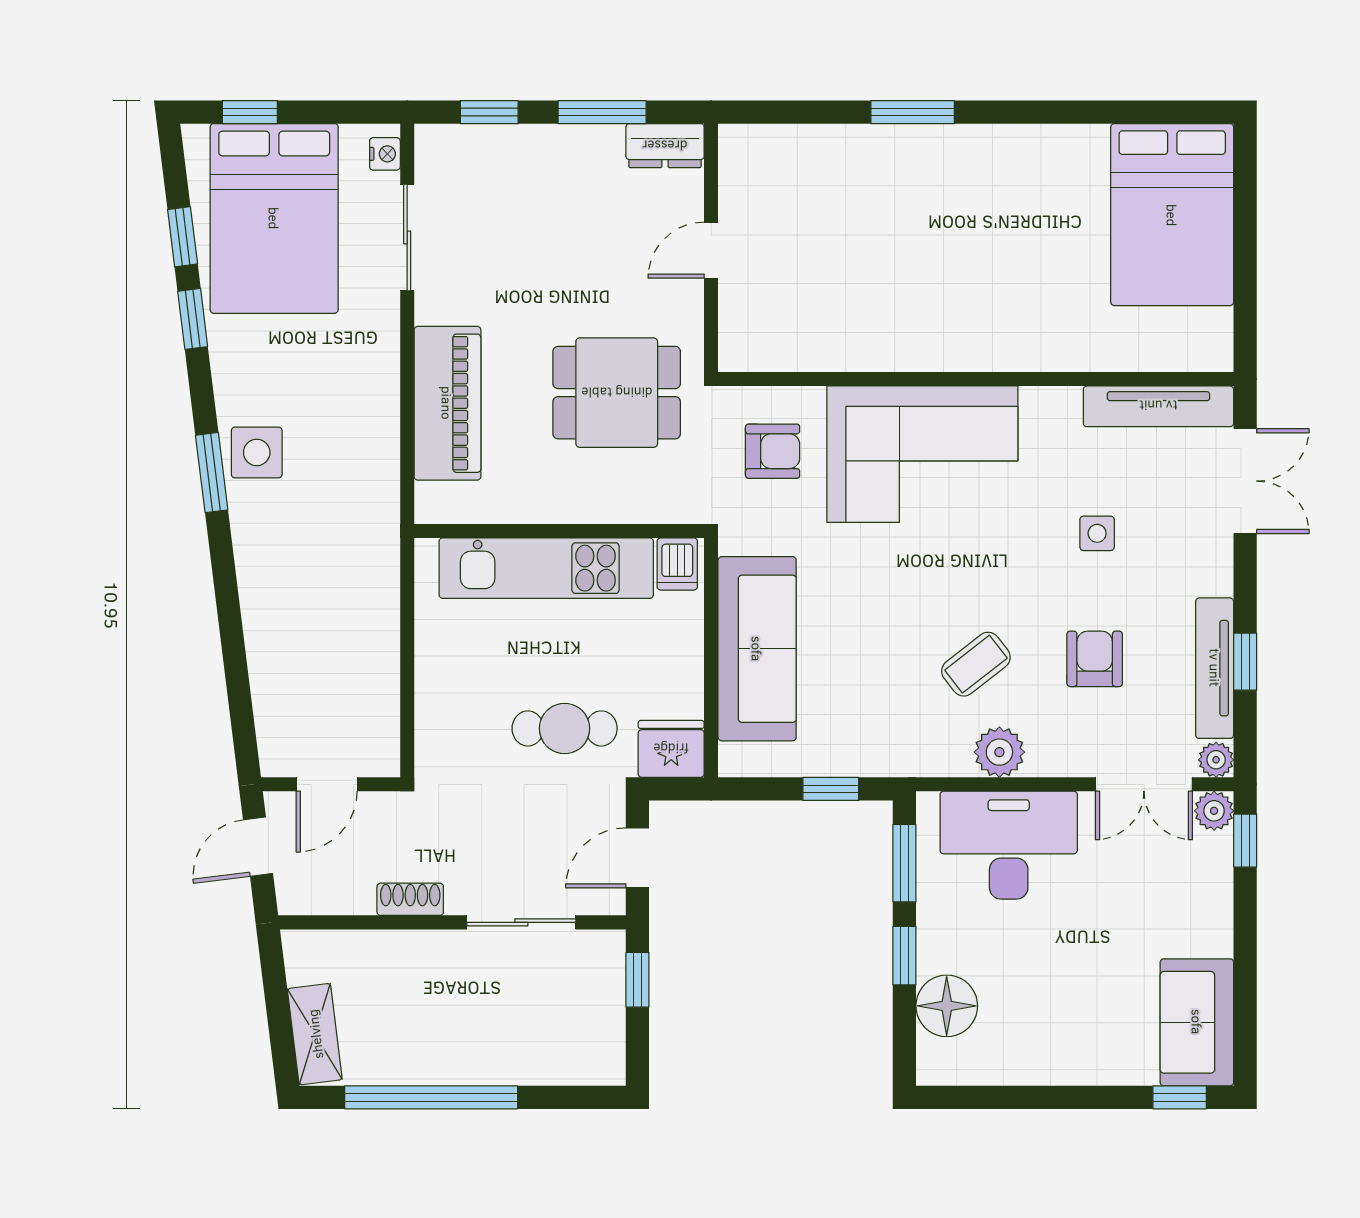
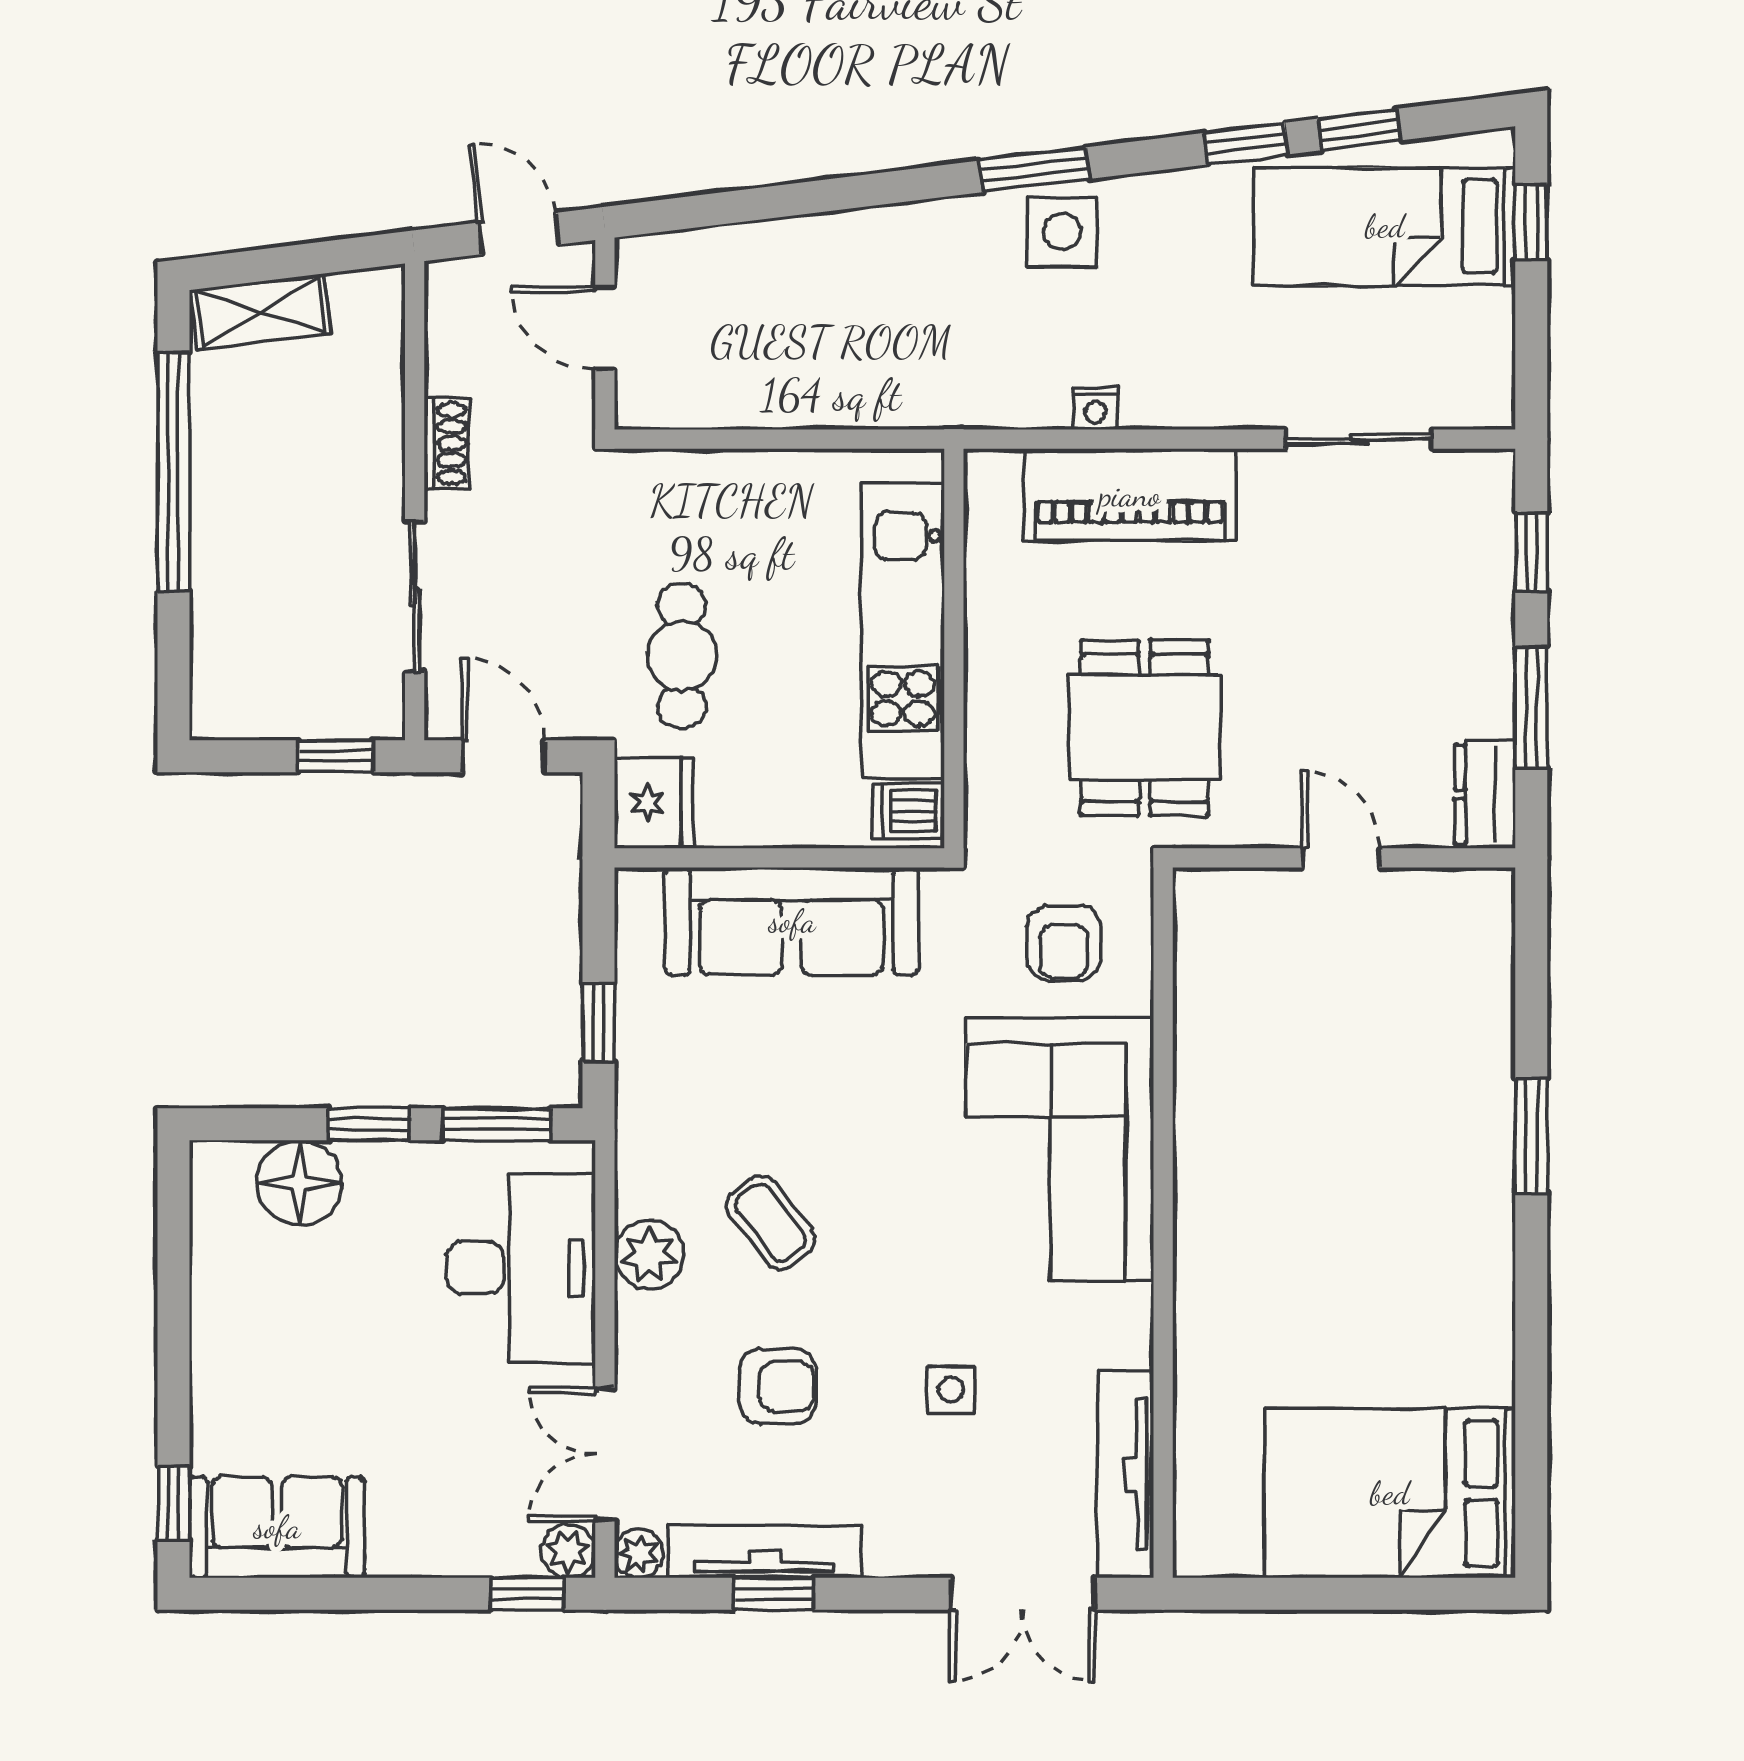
nightstand: (385, 154) -> (1095, 408), moved
bed: (274, 218) -> (1385, 226), width x0.67

